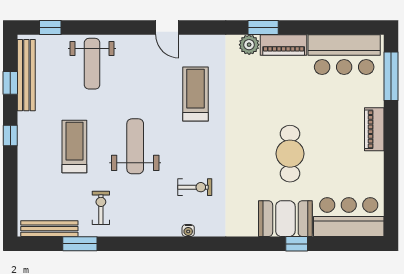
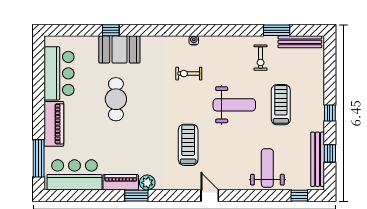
treadmill: (196, 94) -> (188, 145), turned 180
piano: (374, 129) -> (54, 124), width x1.37, depth x1.33
treadmill: (74, 146) -> (281, 105), turned 180
weight bench: (135, 146) -> (234, 105), turned -90
bar counter: (349, 217) -> (59, 73), moved, turned -90

